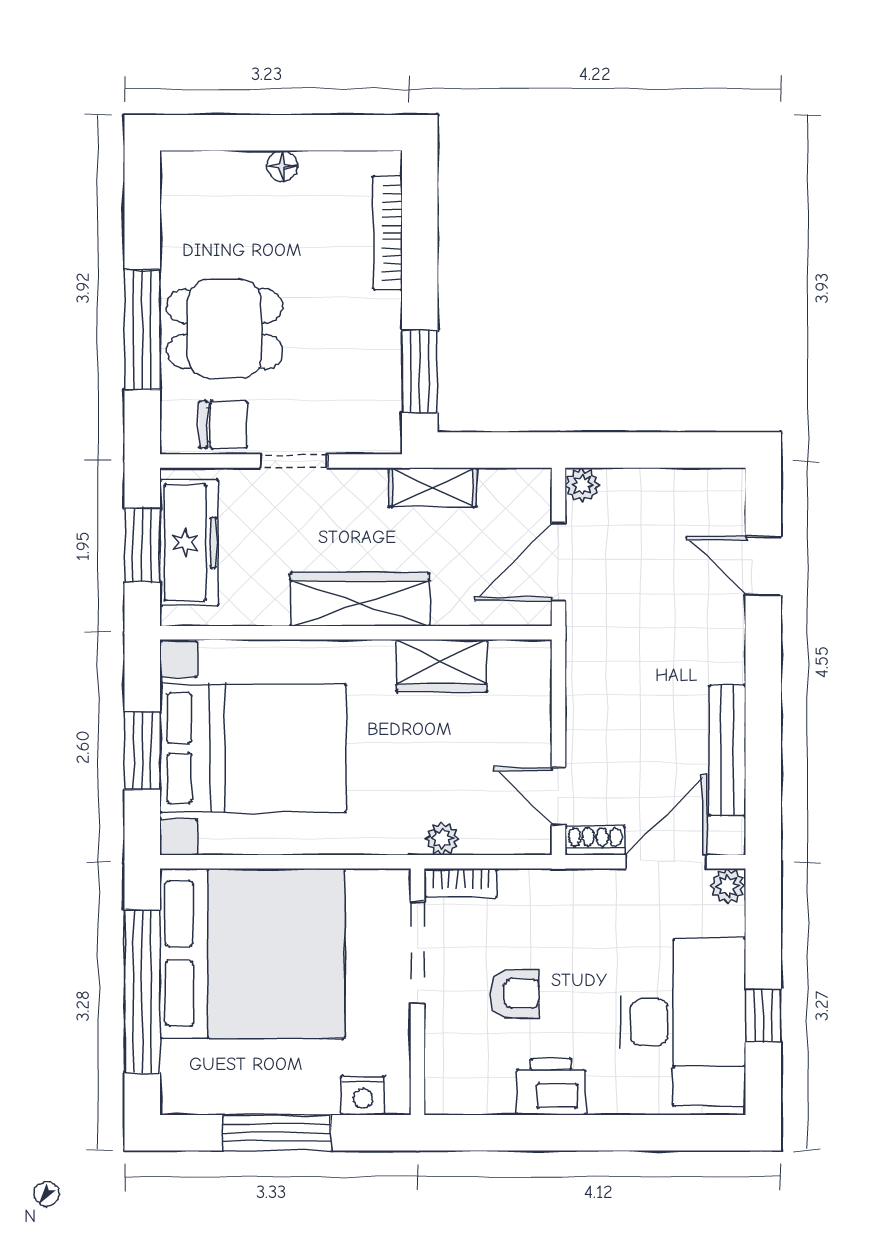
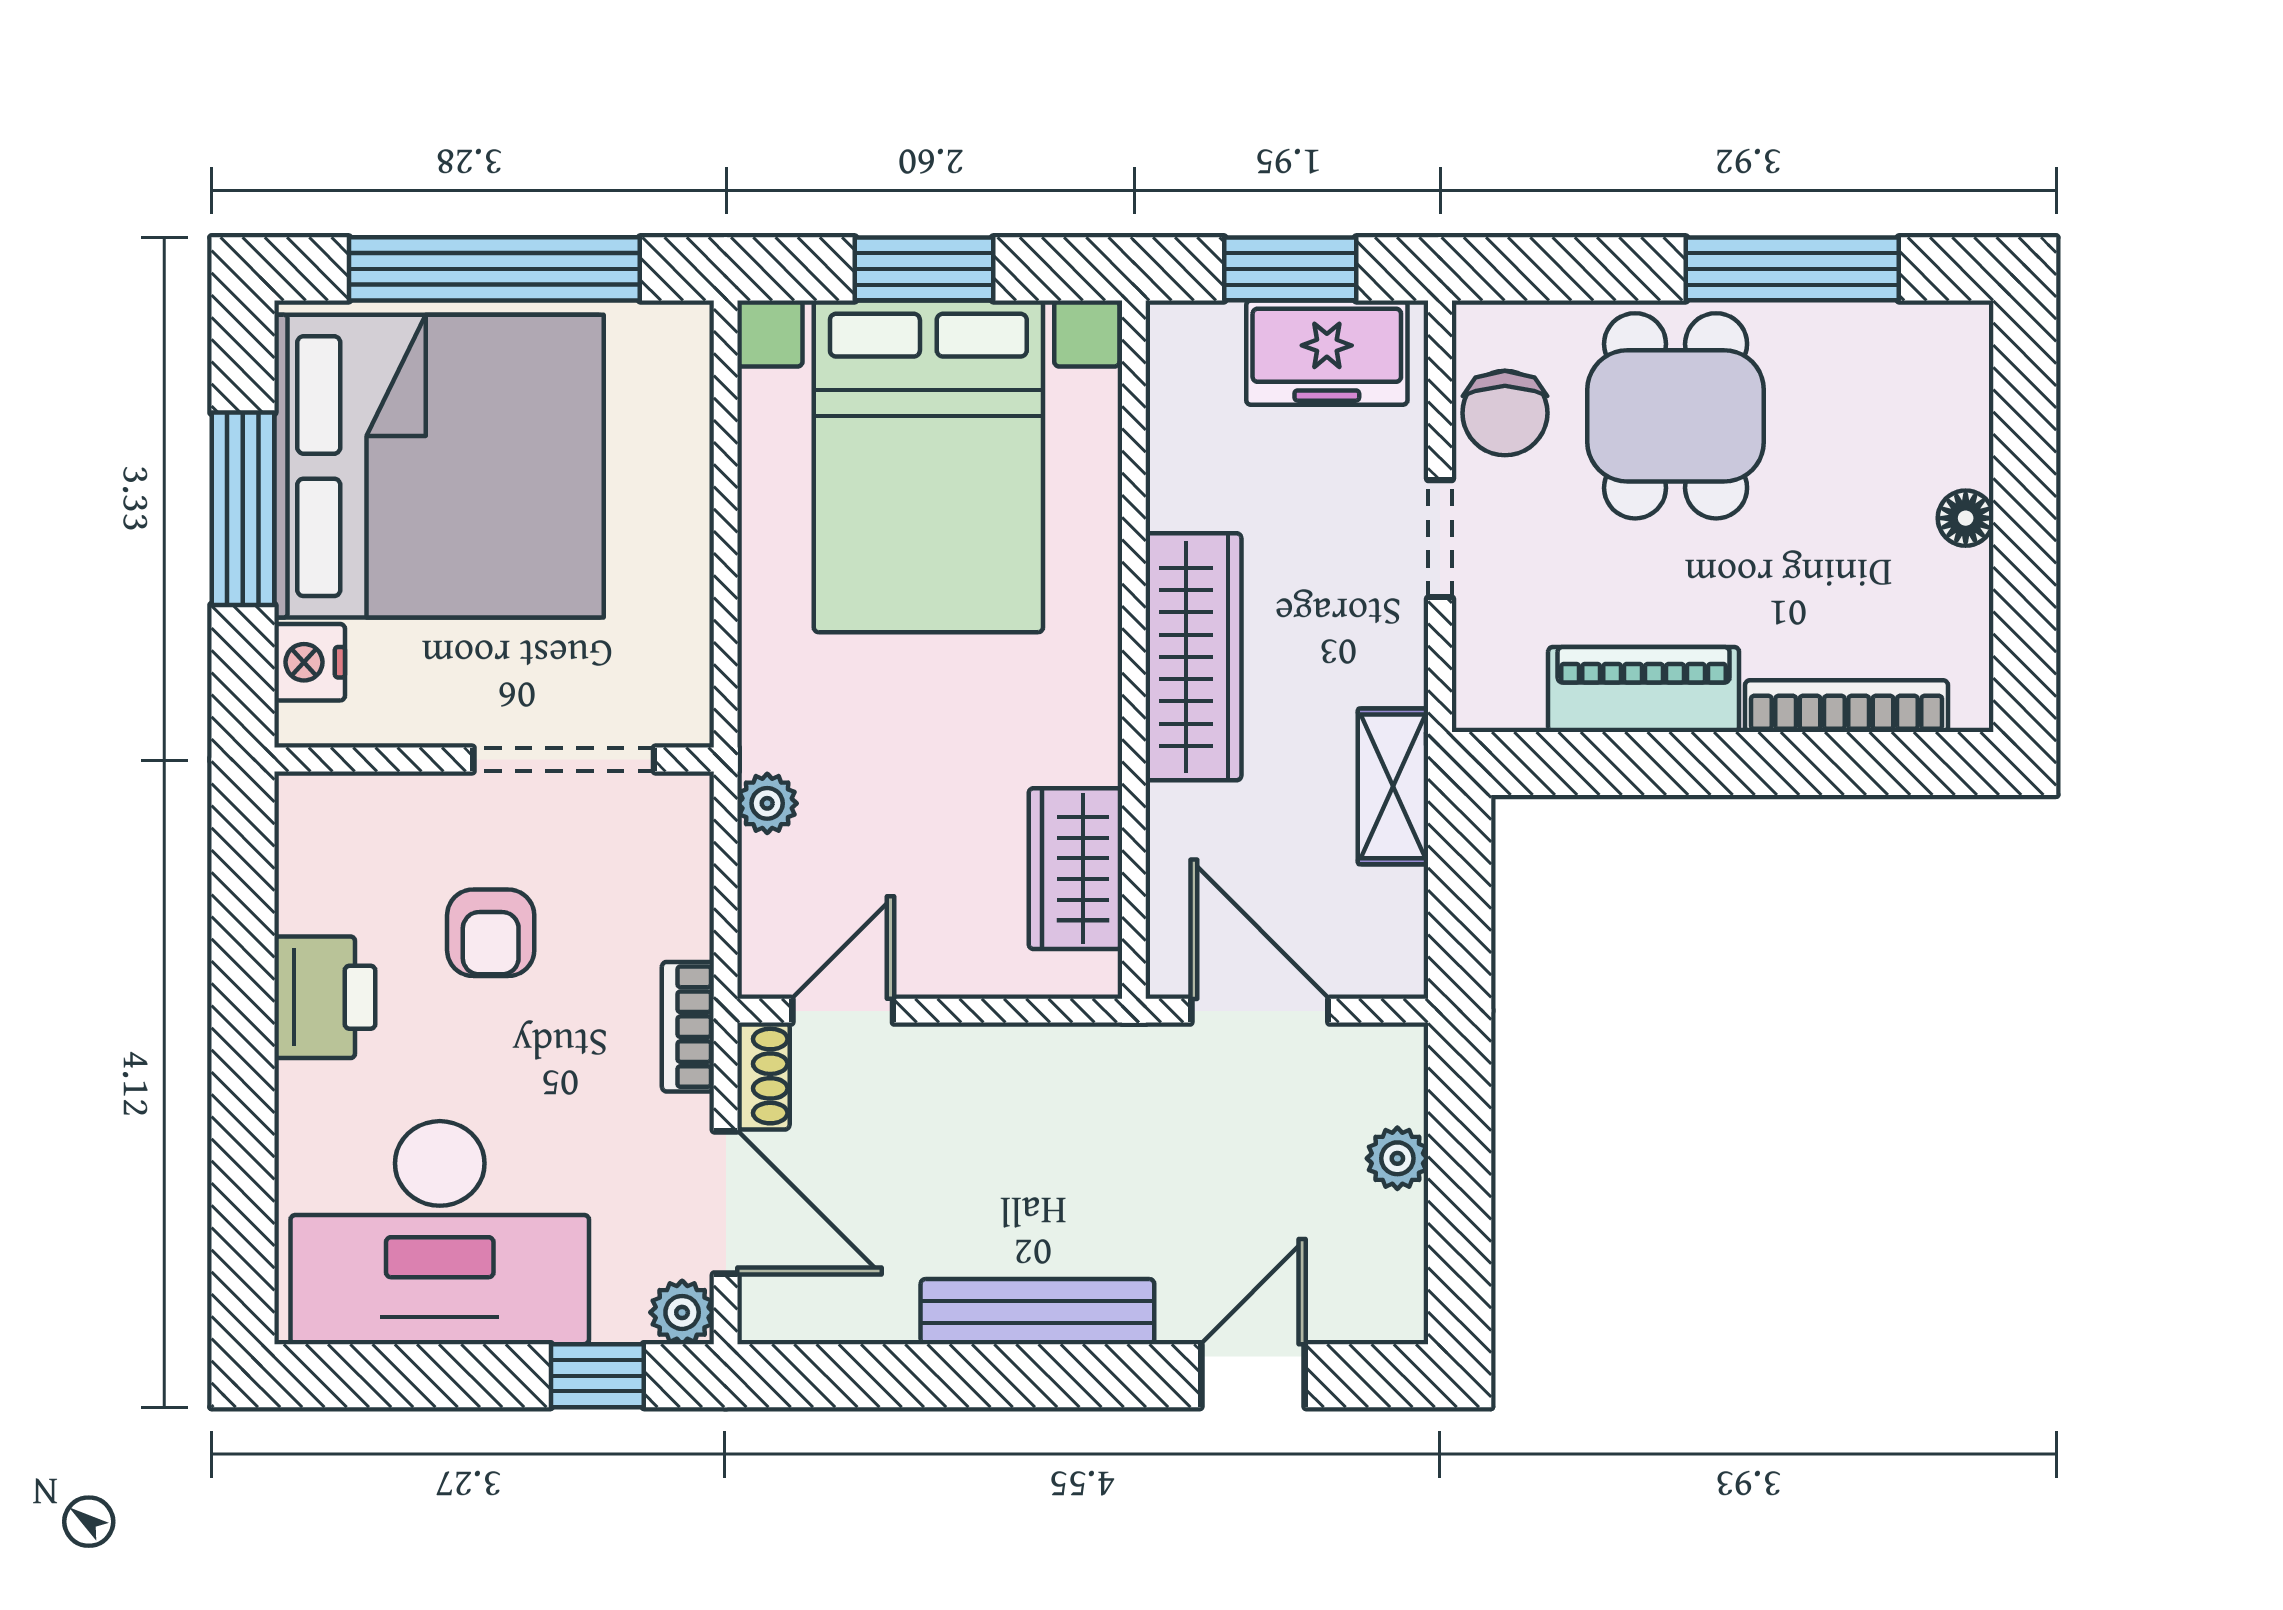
window: (142, 330) -> (1792, 269), moved
piano: (378, 347) -> (1644, 689), added
window: (420, 371) -> (1599, 763), removed
plant: (582, 485) -> (1397, 1158), moved
freezer: (189, 543) -> (1327, 353), width x0.71
wardrobe: (442, 666) -> (1075, 869), moved
bench: (727, 750) -> (1037, 1312), moved
bookcase: (461, 883) -> (688, 1027), moved
bed: (252, 953) -> (439, 466), moved, turned -90
window: (763, 1015) -> (597, 1376), moved

